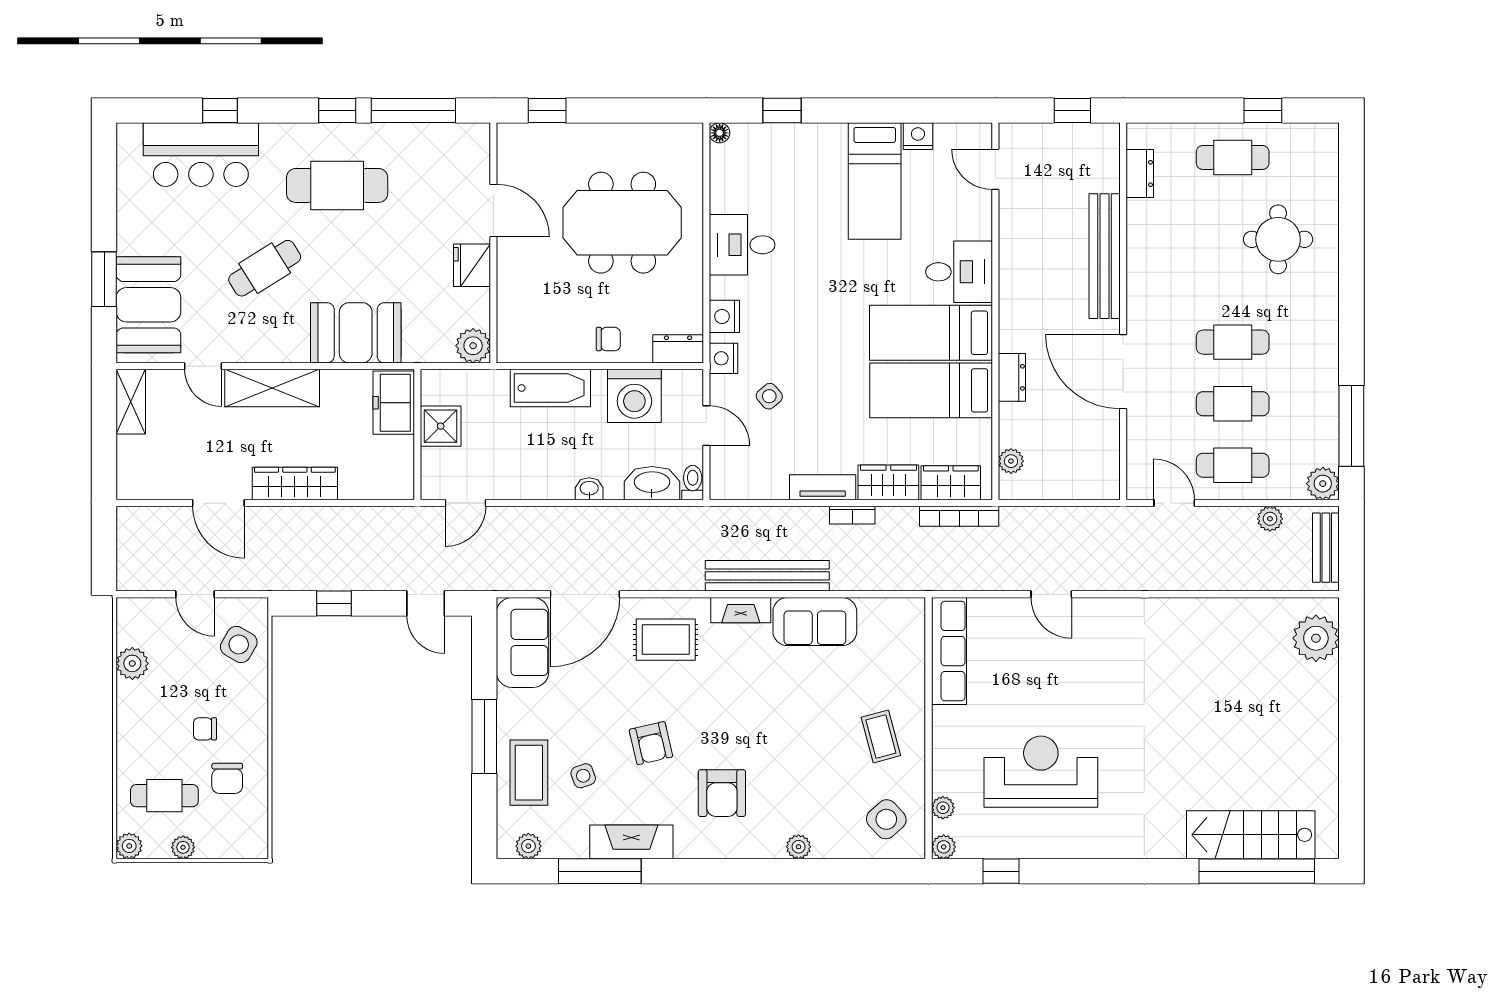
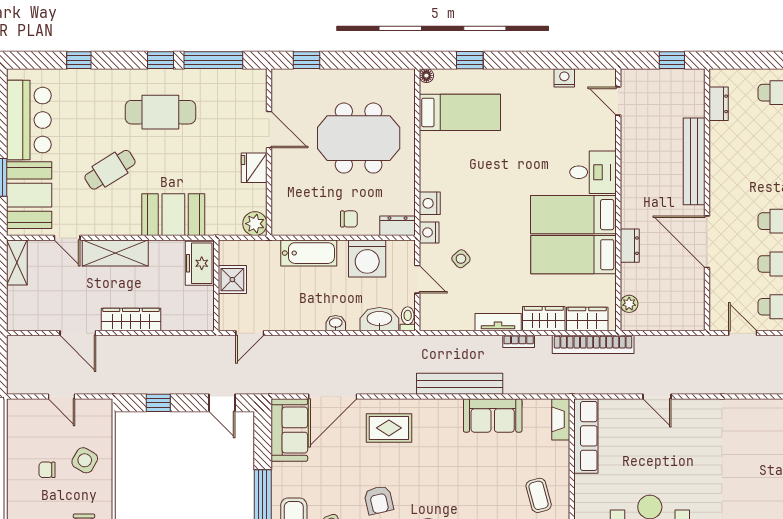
bar counter: (201, 155) -> (29, 120), moved, turned -90
bed: (875, 181) -> (460, 112), moved, turned -90
desk: (742, 245) -> (442, 153), removed
bookcase: (959, 516) -> (593, 344), width x1.48, depth x1.31
fireplace: (741, 610) -> (561, 419), moved, turned 90
side table: (239, 644) -> (85, 460), moved
plant: (132, 663) -> (18, 445), removed
chair: (205, 729) -> (47, 470), moved

